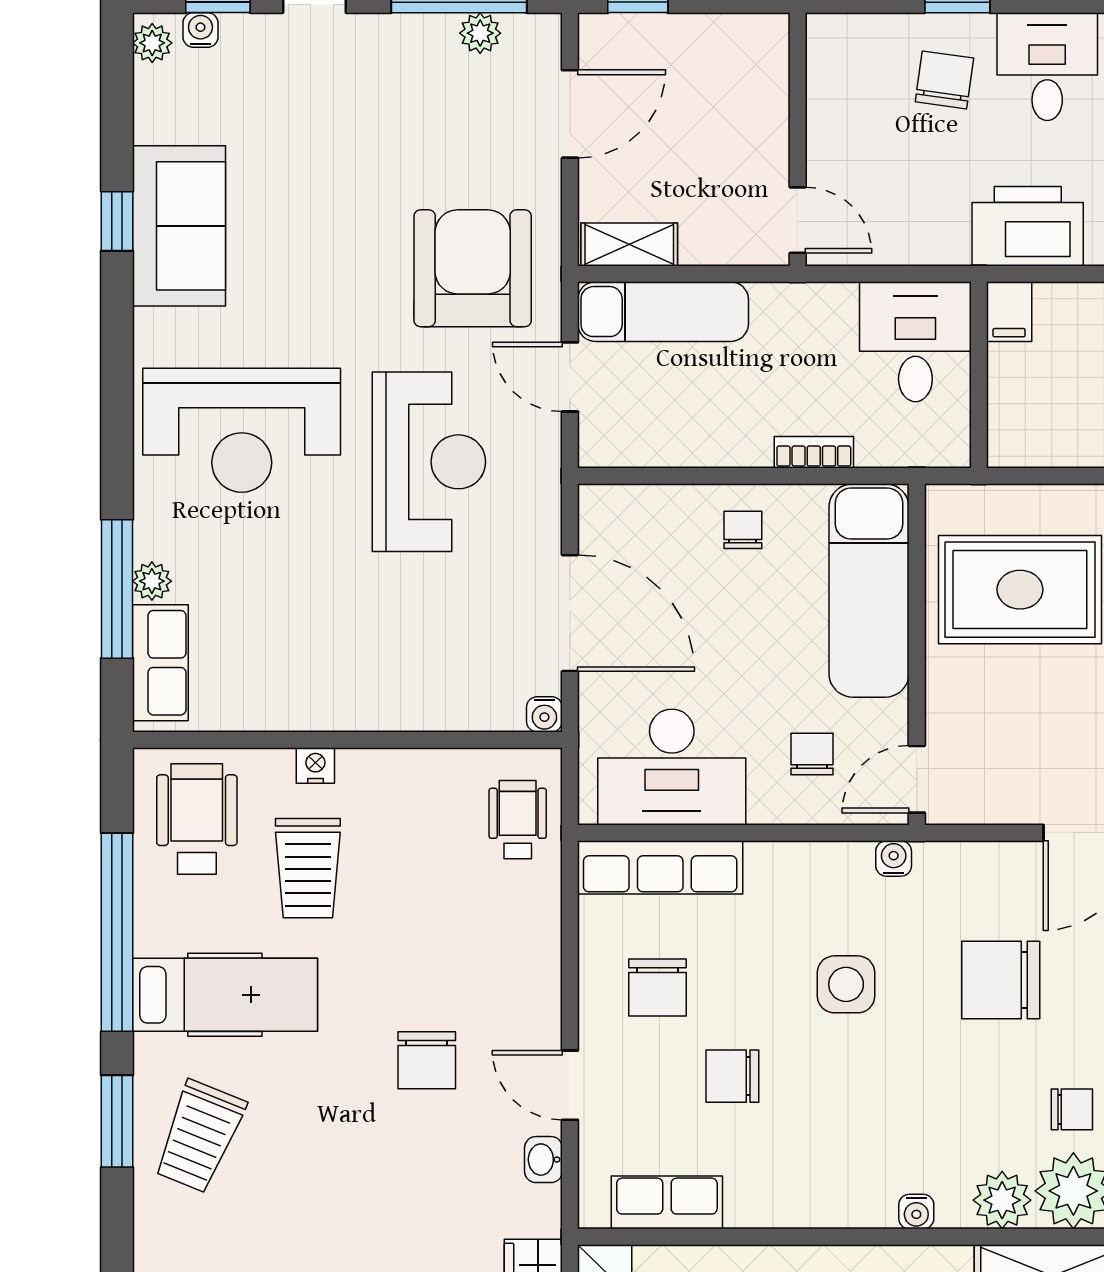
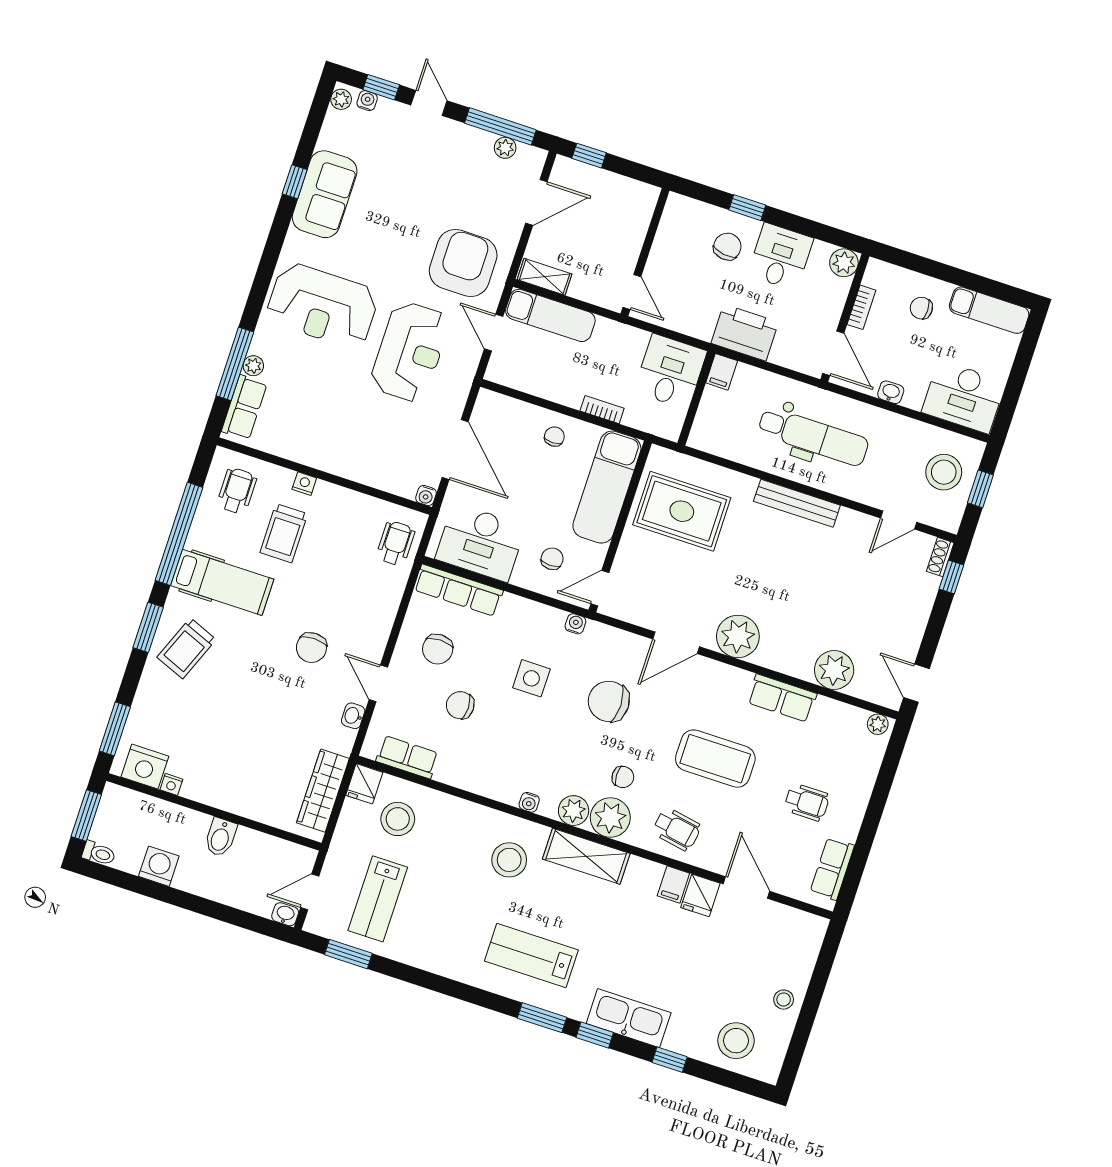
wheelchair: (197, 819) -> (237, 491), width x0.73, depth x0.73

